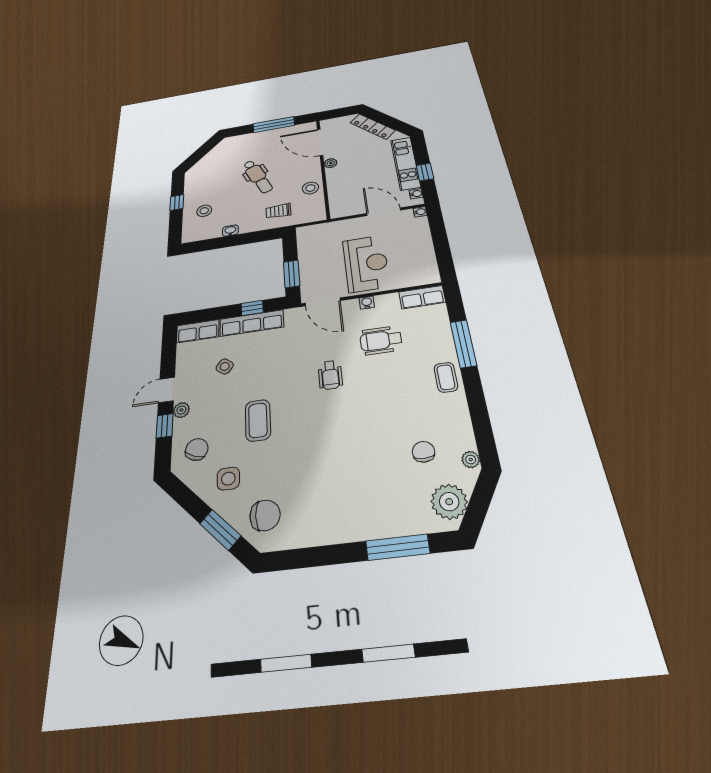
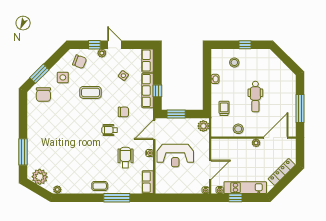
dental chair: (258, 177) -> (255, 97), turned -66
plant: (310, 233) -> (203, 126), added
chair: (423, 452) -> (123, 112), moved

